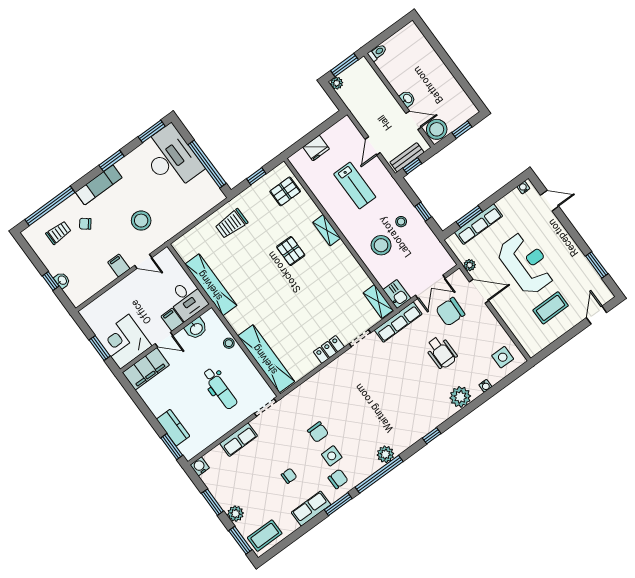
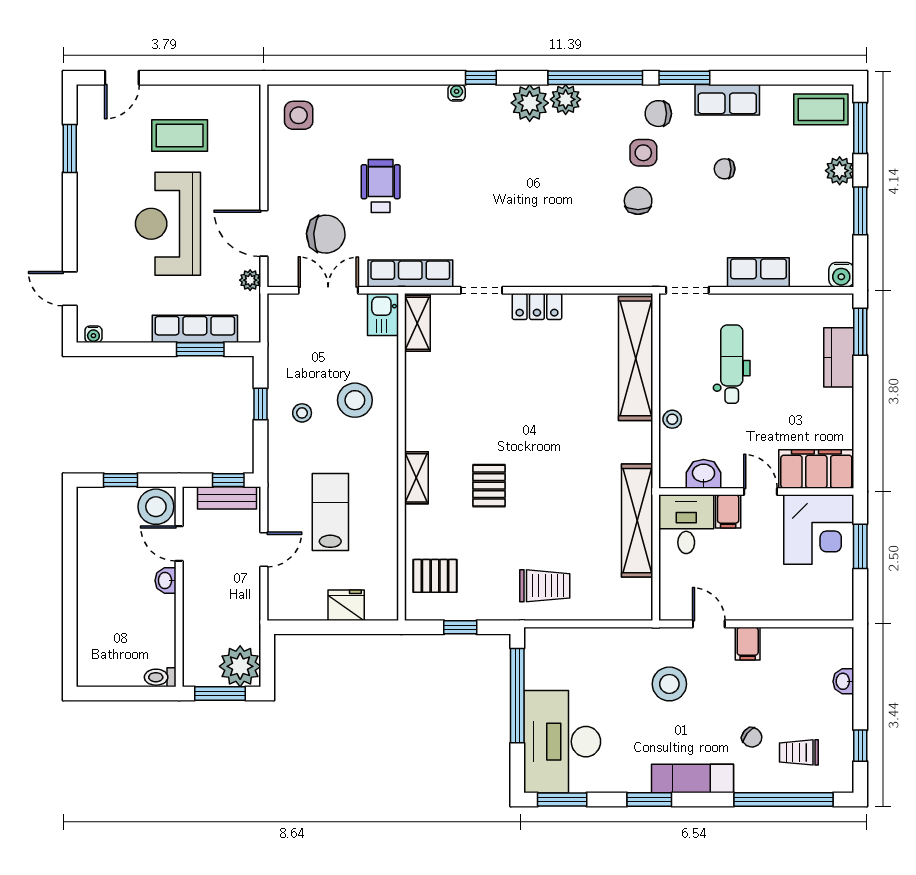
plant: (337, 83) -> (240, 666), width x1.87, depth x1.87
window: (51, 281) -> (860, 746), moved
water cooler: (485, 386) -> (457, 93), moved
plant: (460, 397) -> (530, 103), moved

